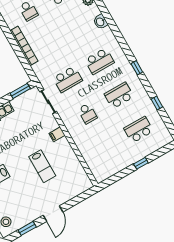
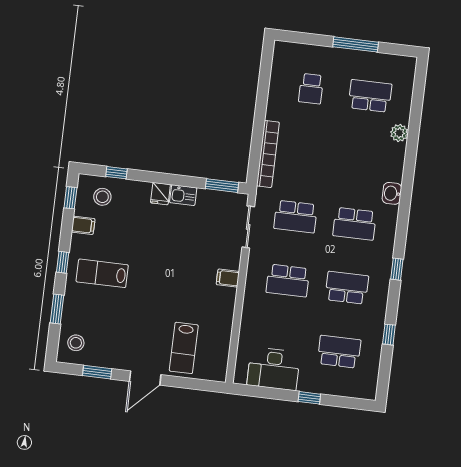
washbasin: (100, 22) -> (392, 193), moved
bookcase: (24, 46) -> (268, 154), moved
school desk: (87, 114) -> (288, 281), width x1.85
desk: (113, 162) -> (274, 369), added
lab bench: (42, 166) -> (184, 348), moved

